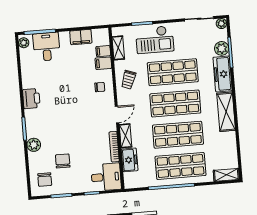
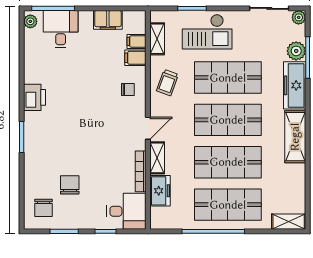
plant: (34, 145) -> (33, 160), removed

